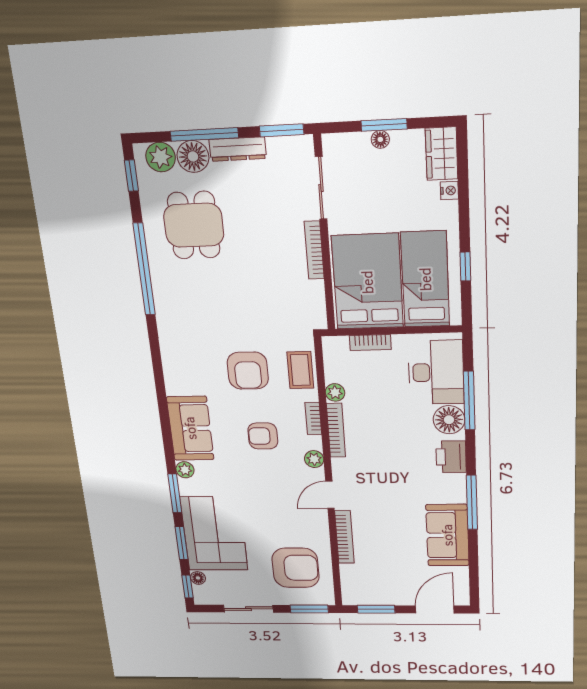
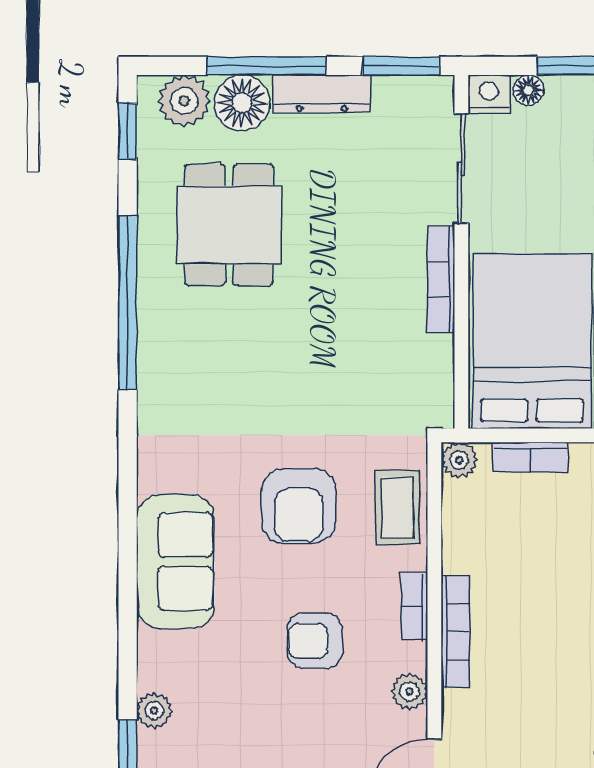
floor lamp: (380, 139) -> (528, 90), moved
nightstand: (334, 144) -> (489, 94), added
plant: (335, 392) -> (459, 460), moved
sofa: (190, 428) -> (175, 562), moved

